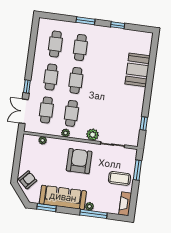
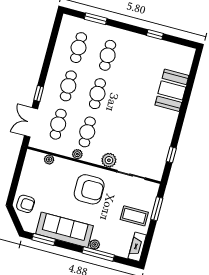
window: (85, 21) -> (96, 19), moved
armchair: (79, 161) -> (89, 189), turned 90
armchair: (28, 180) -> (26, 204), turned 51

